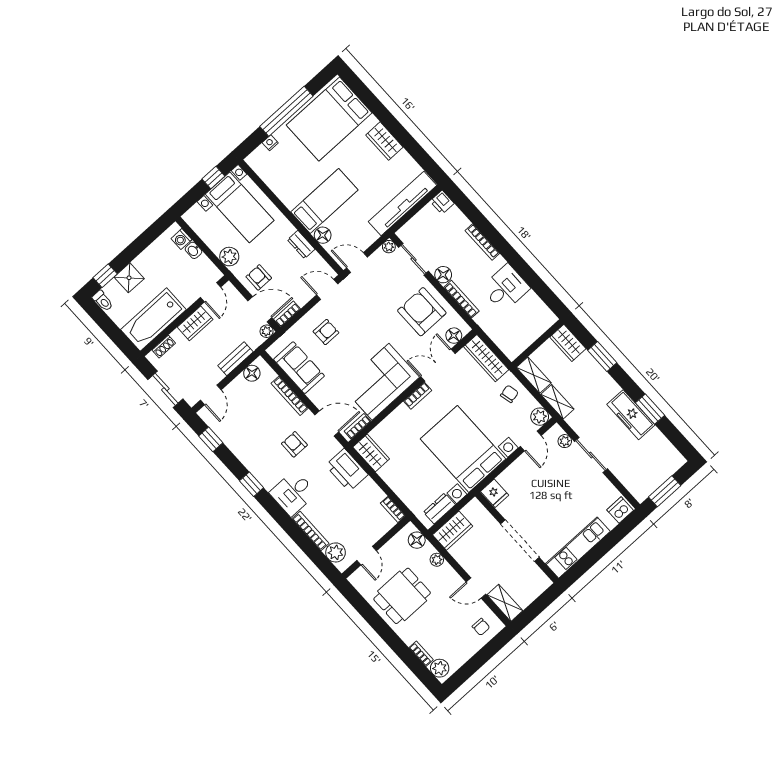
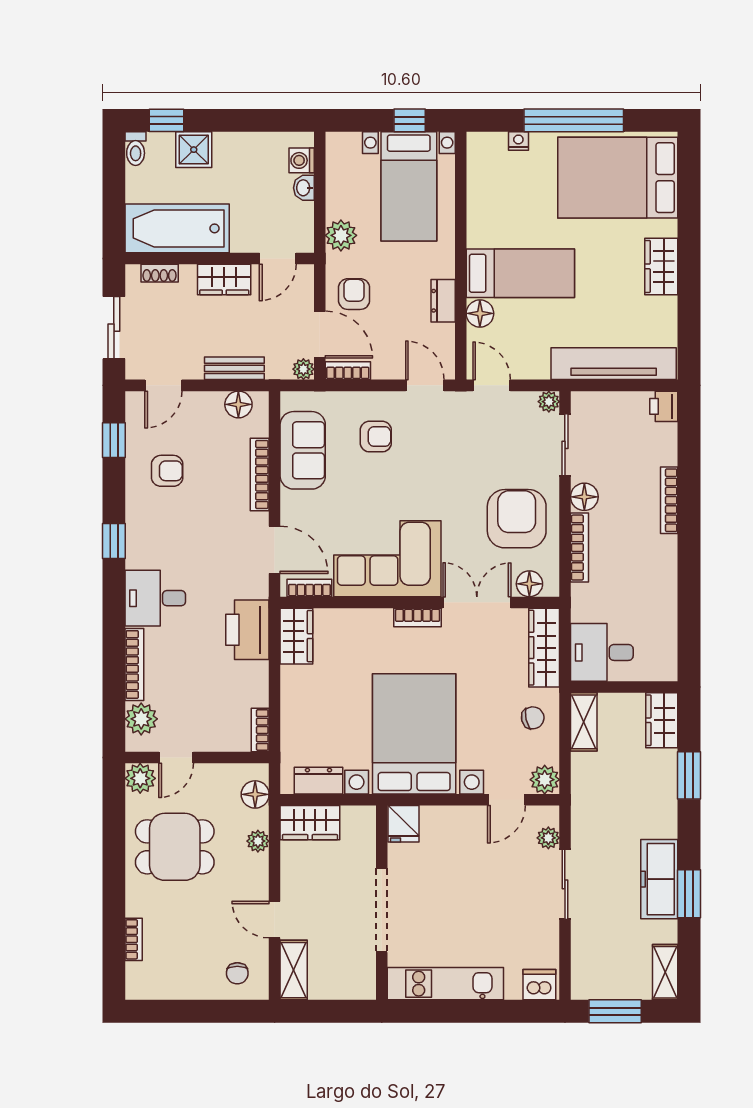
desk: (506, 288) -> (602, 652), moved, turned 180
shelving: (557, 402) -> (665, 972), moved
armchair: (294, 444) -> (167, 471), moved, turned 90
plant: (440, 668) -> (140, 778), moved

